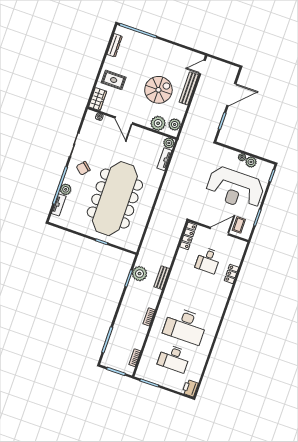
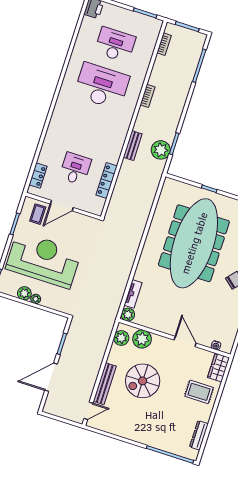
locker: (188, 236) -> (107, 181), moved
locker: (231, 274) -> (38, 176), moved

